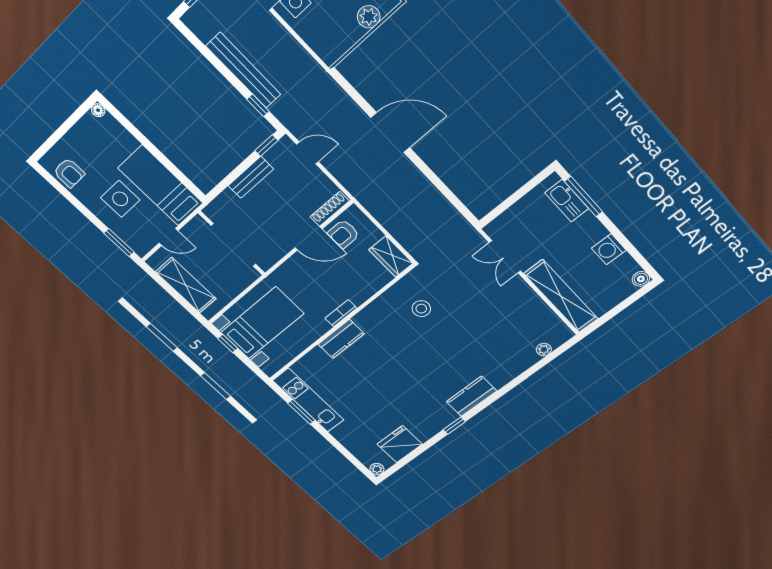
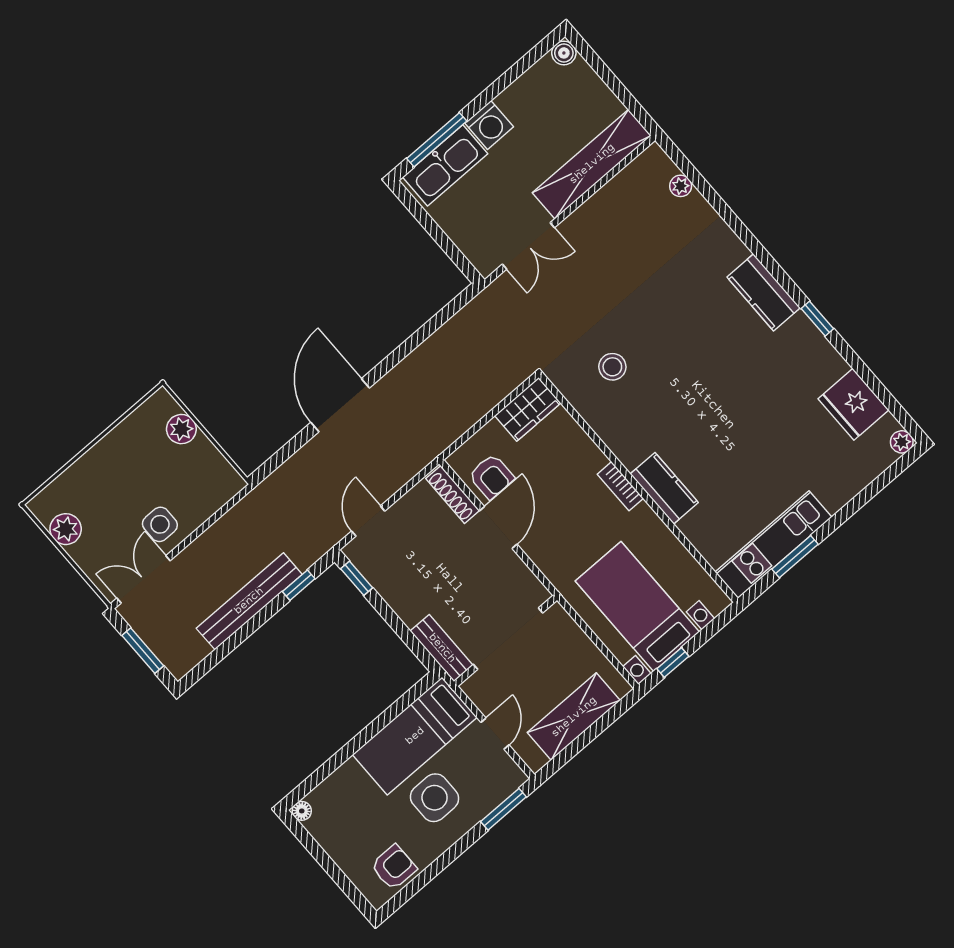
bench: (251, 177) -> (442, 648), moved
kitchen sink: (567, 201) -> (445, 165), width x1.36, depth x1.24
washing machine: (609, 249) -> (489, 125), moved

